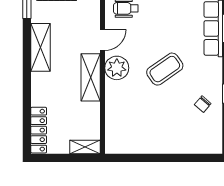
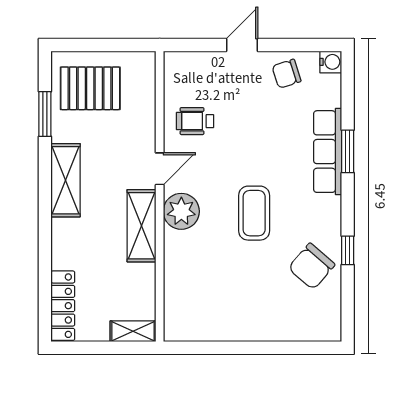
coffee table: (165, 69) -> (254, 213), turned -55
chair: (203, 104) -> (312, 266), width x1.87, depth x1.87

